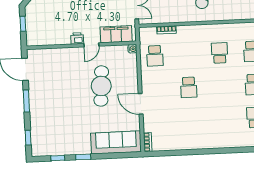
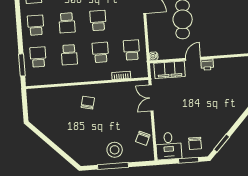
school desk: (187, 54) -> (100, 52), added
school desk: (221, 86) -> (67, 23), added

